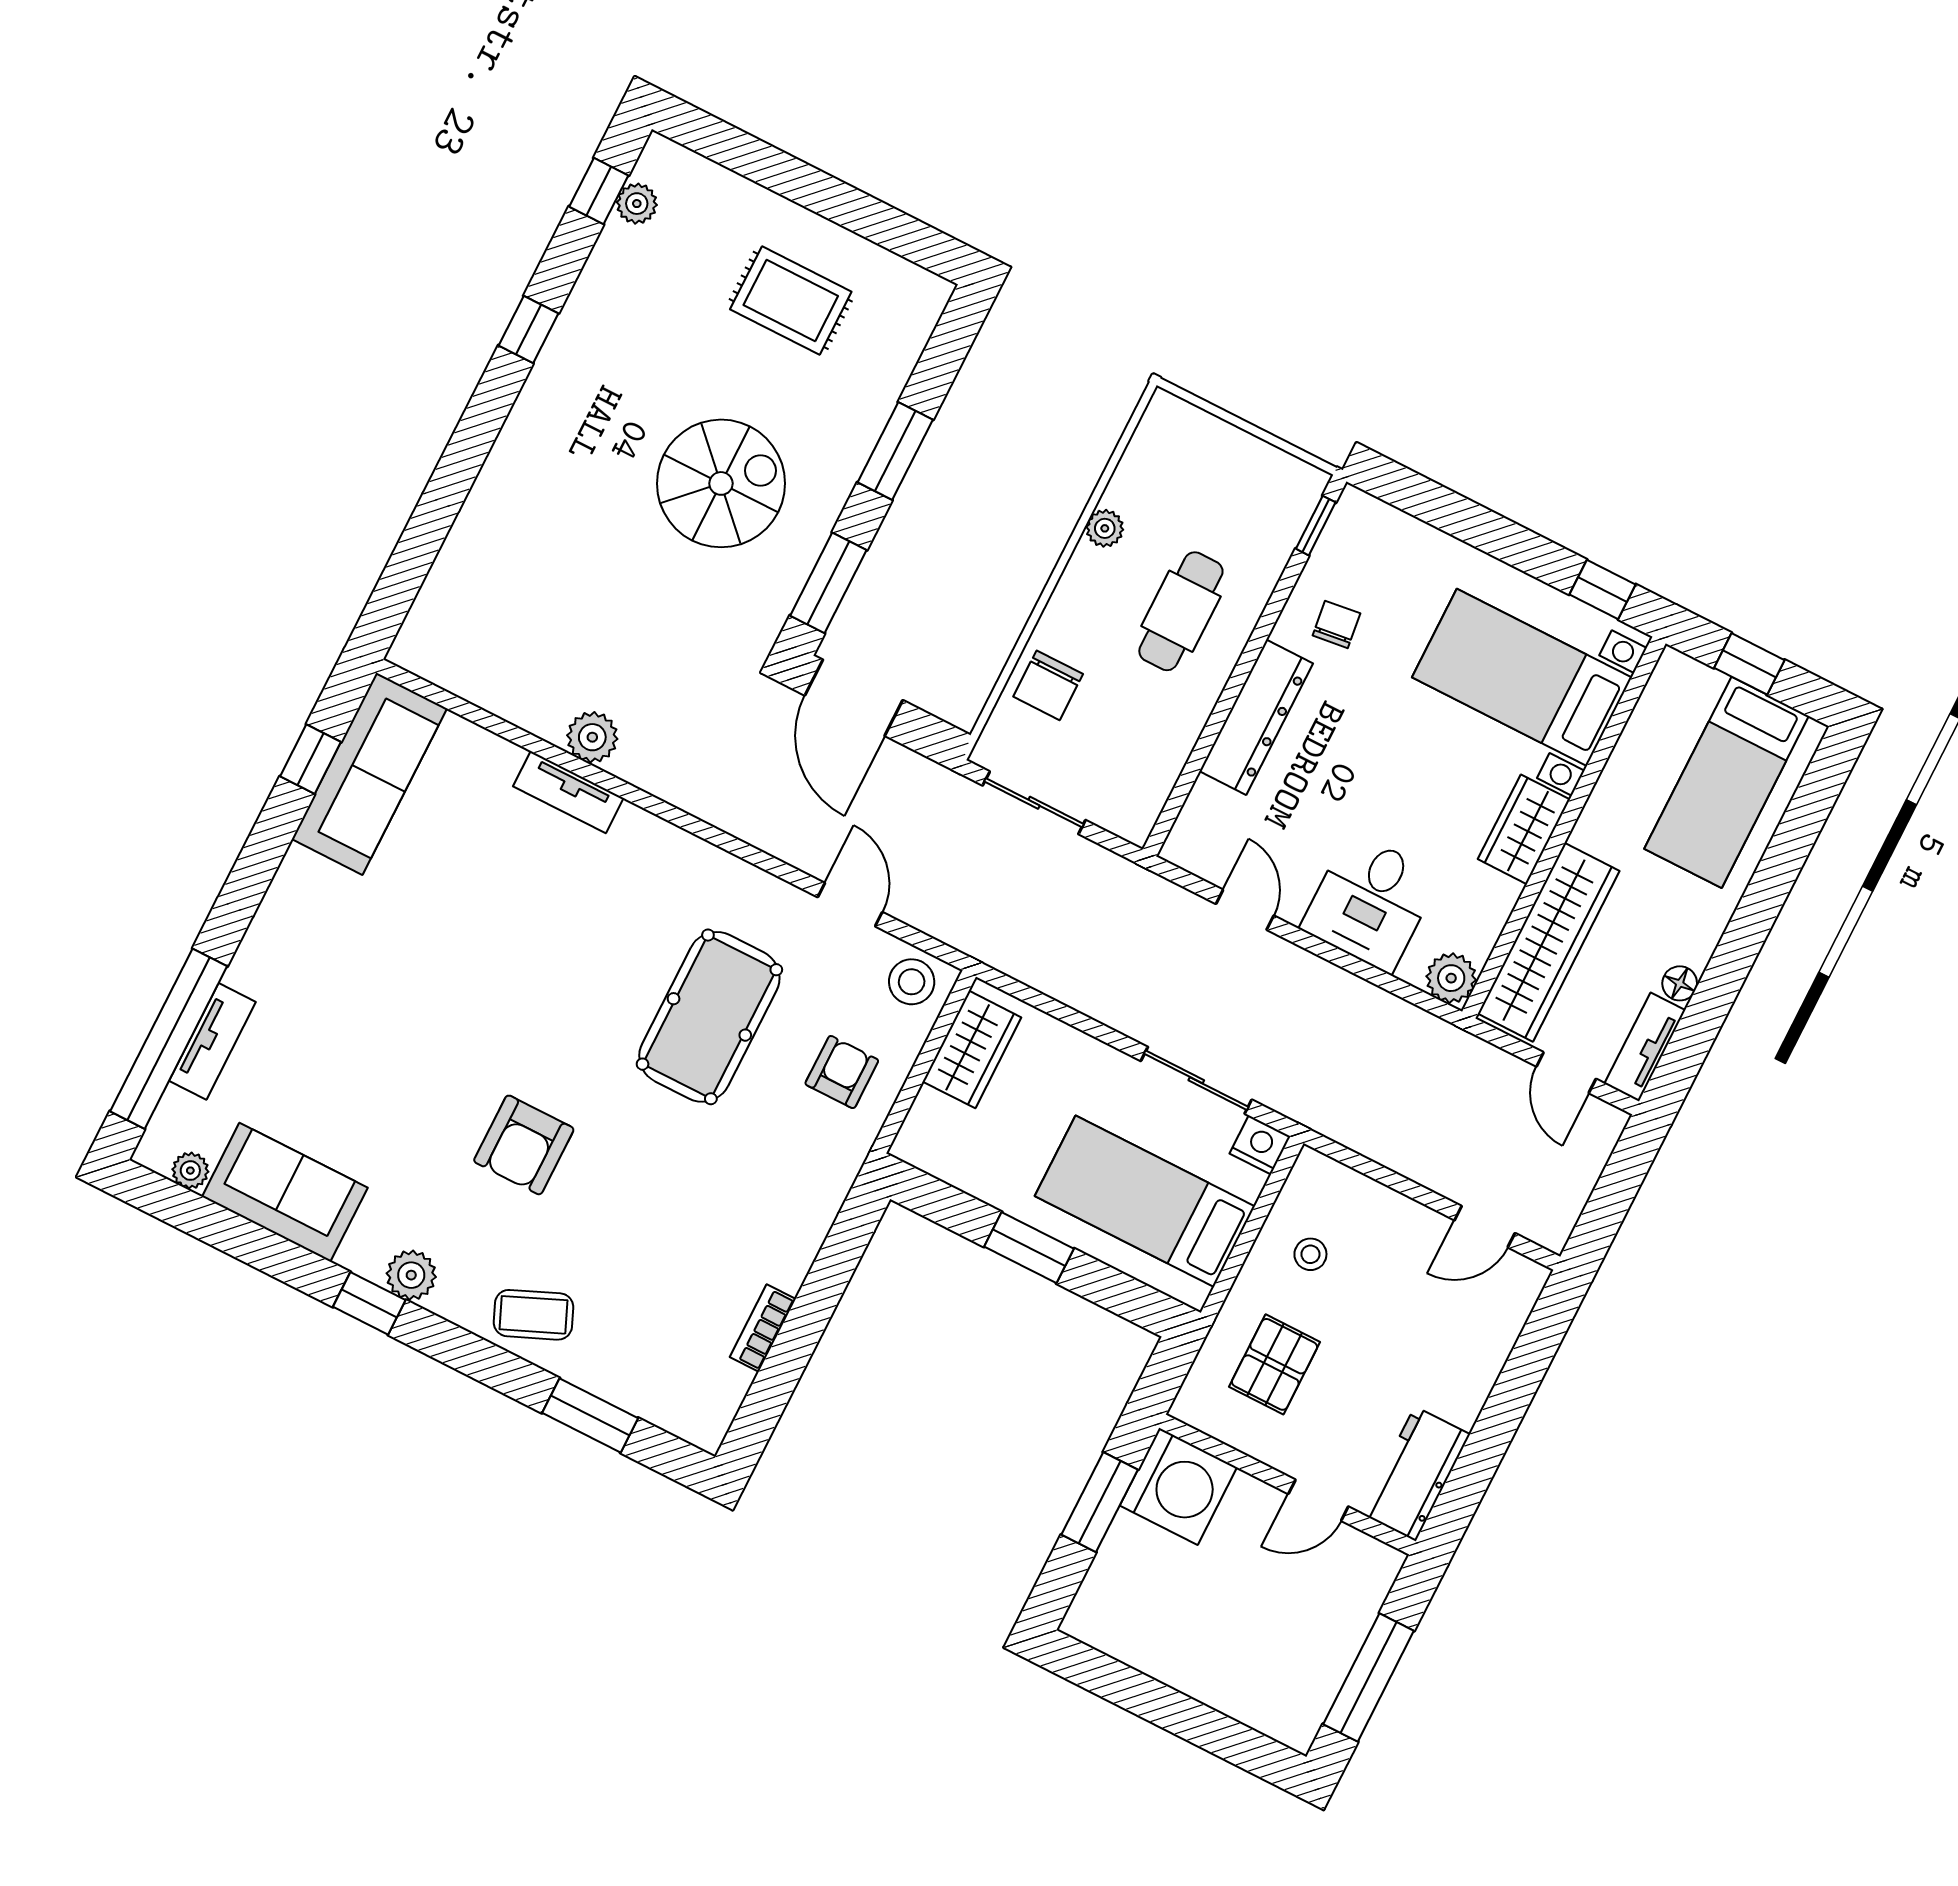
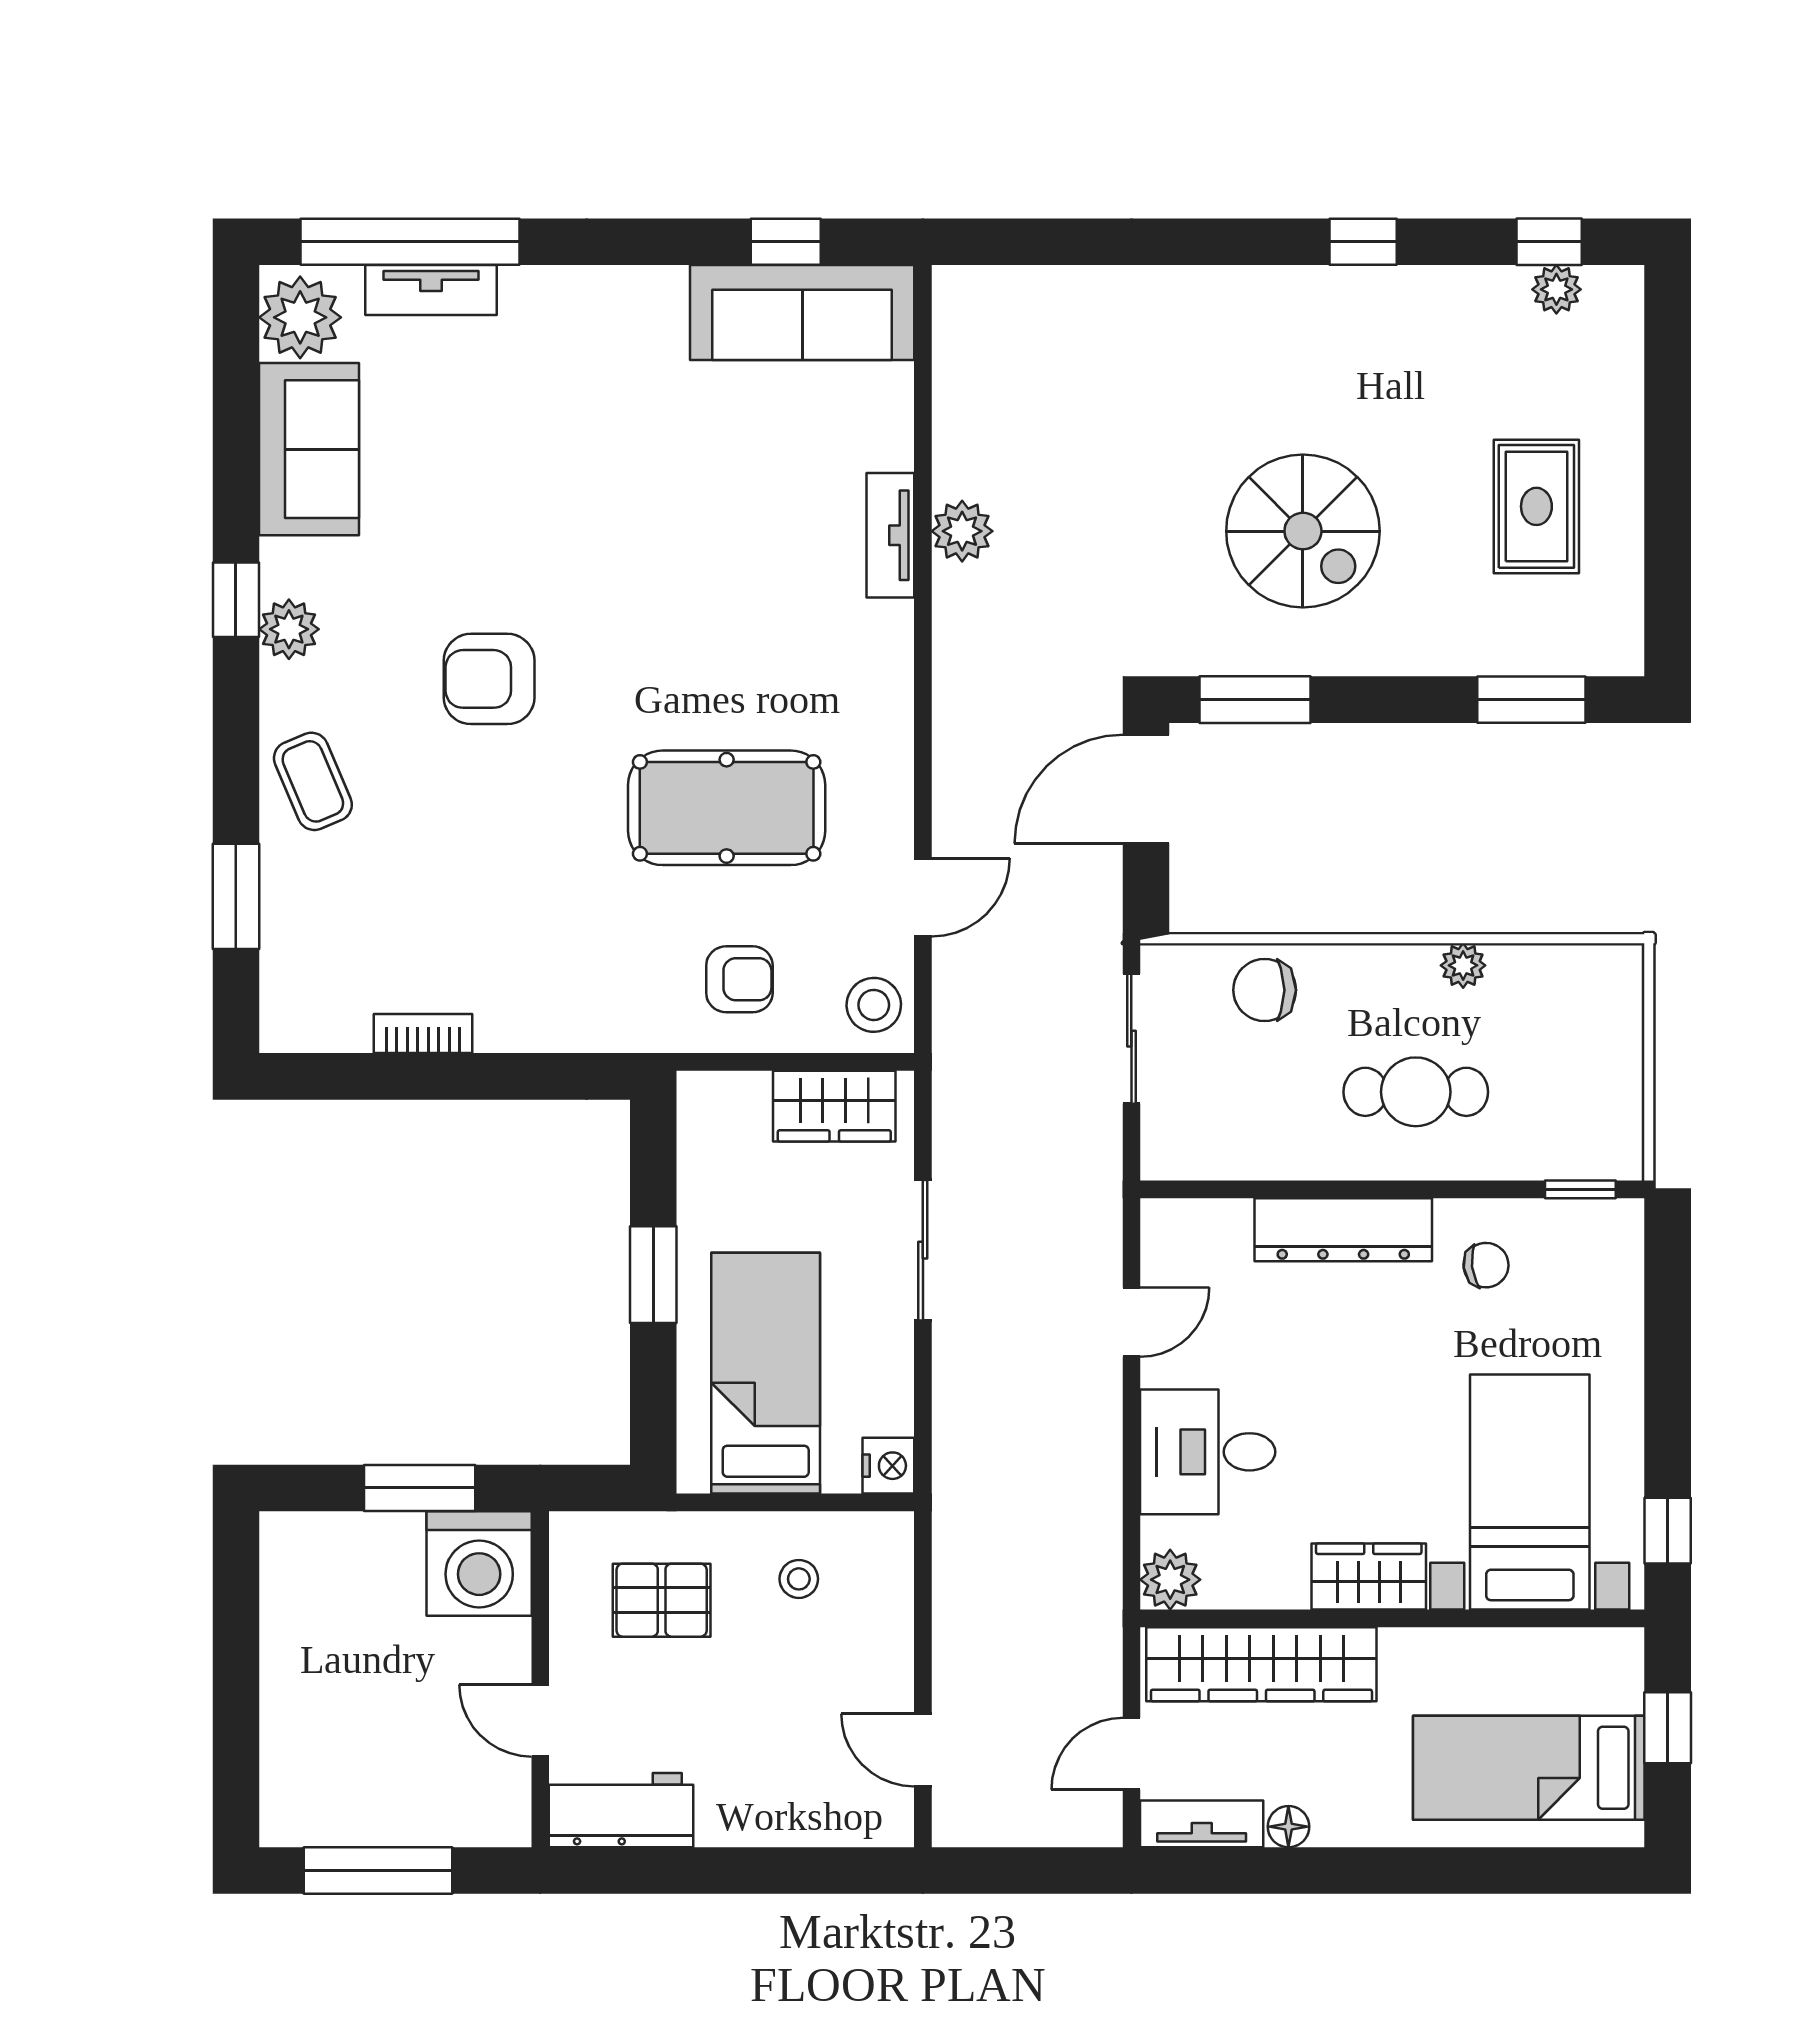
window: (895, 451) -> (1531, 700), moved
sliding door: (1196, 1080) -> (923, 1250), moved
plant: (190, 1171) -> (300, 317), width x1.87, depth x1.87

